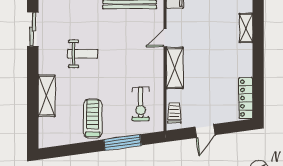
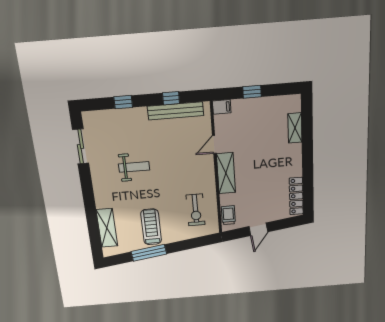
shelving: (47, 96) -> (107, 228), moved
window: (122, 142) -> (149, 253), moved

